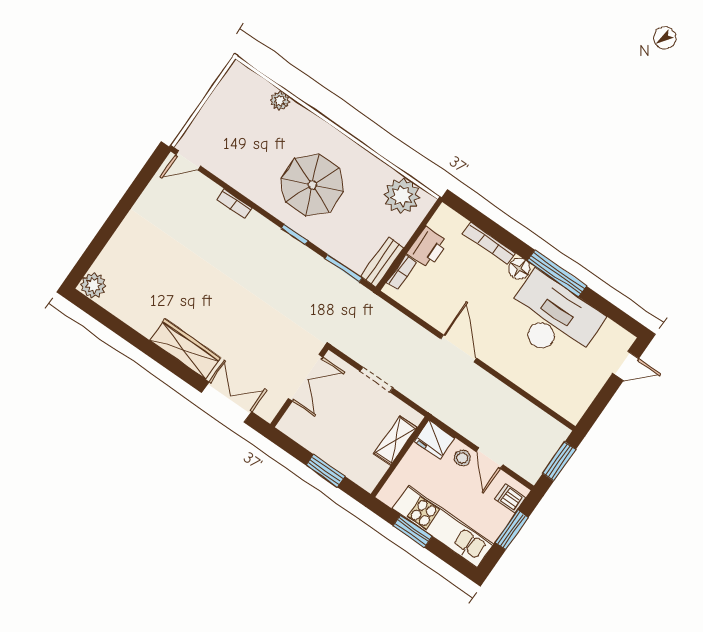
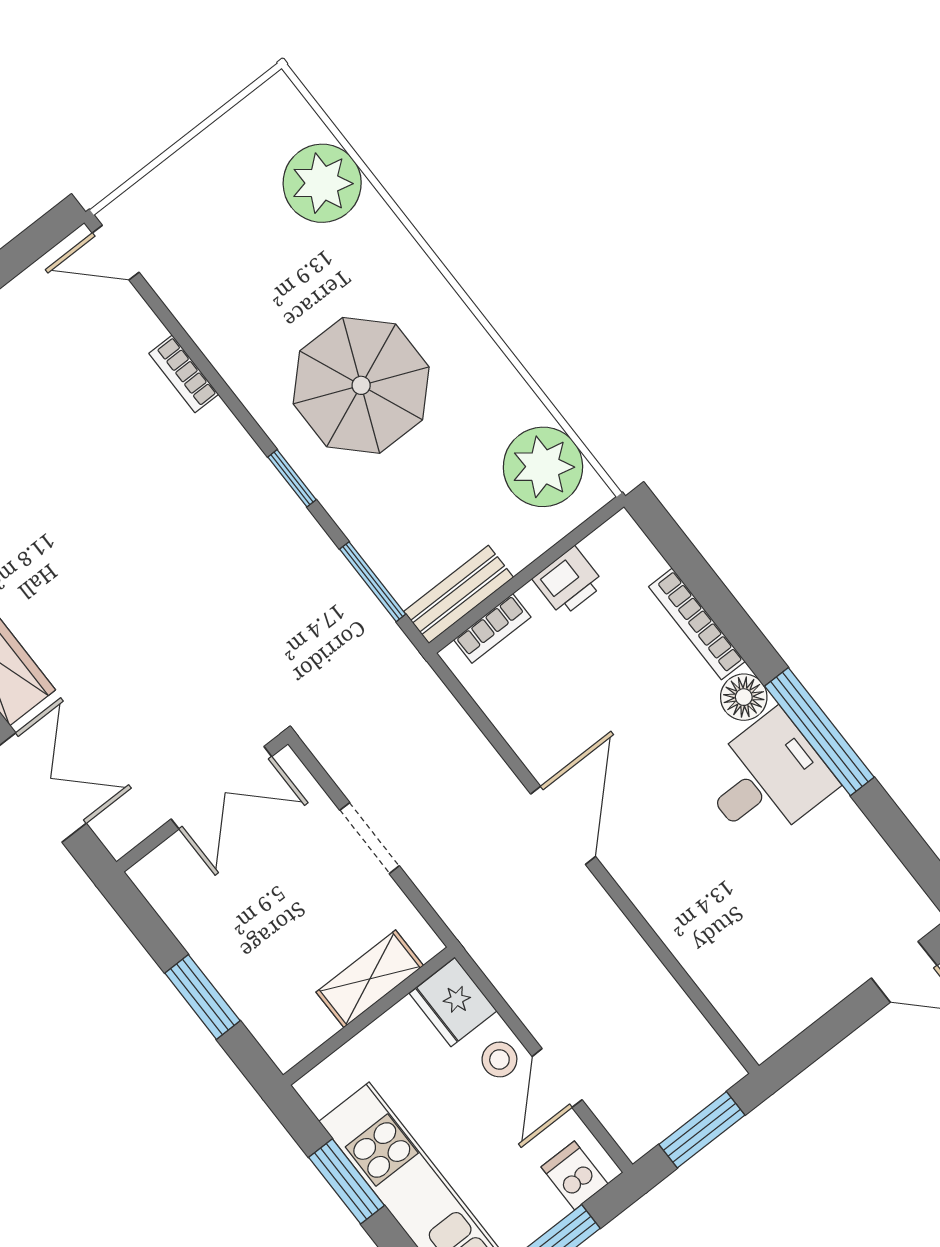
plant: (280, 101) -> (322, 183), width x1.87, depth x1.87
printer: (428, 247) -> (568, 581), width x0.73, depth x0.81
desk: (553, 319) -> (767, 779), width x0.53, depth x0.77

